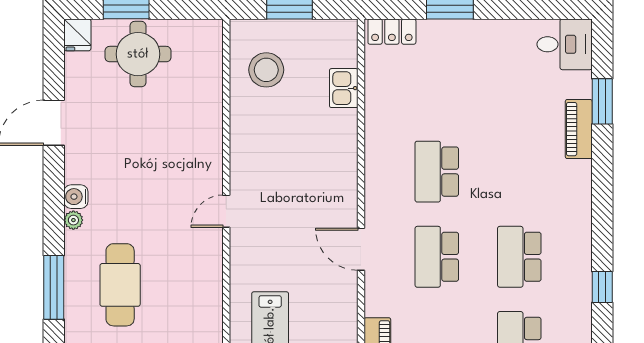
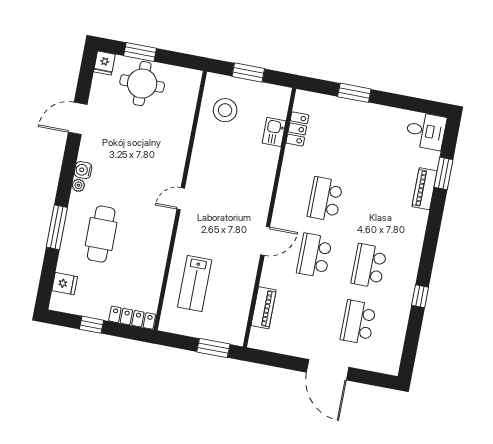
locker: (392, 32) -> (297, 129), moved, turned -90
door: (361, 249) -> (265, 241), swing flipped

